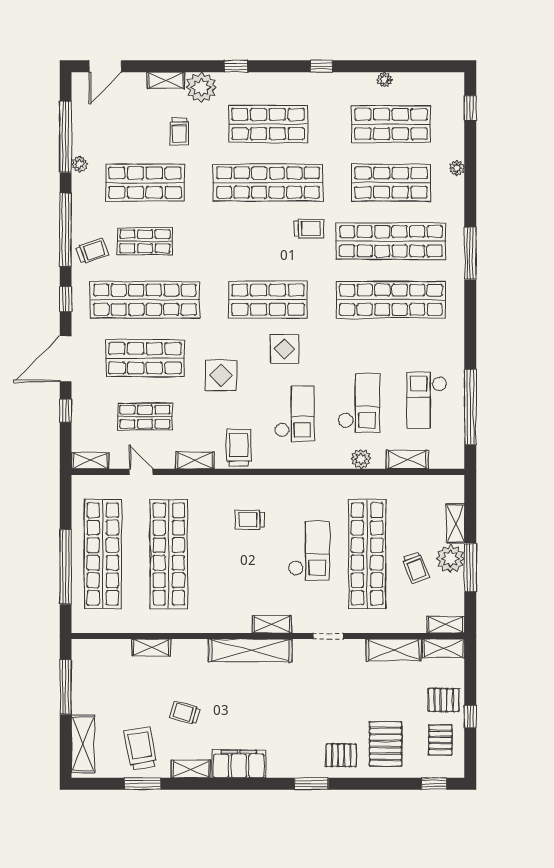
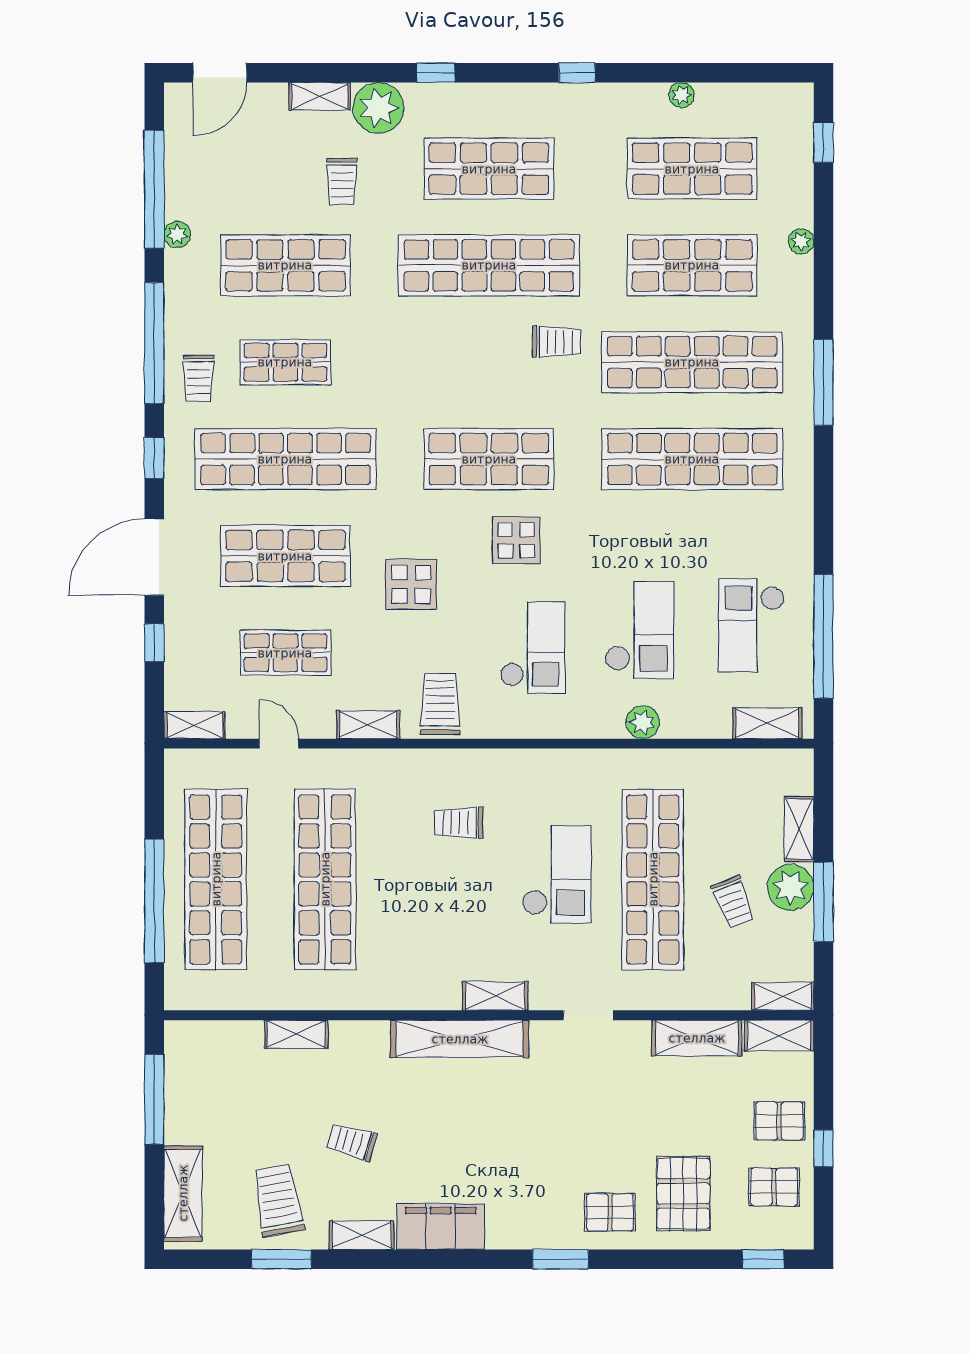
trolley: (92, 251) -> (198, 378), turned 109
shelving: (407, 460) -> (767, 723), moved
pallet: (440, 740) -> (774, 1187), turned 90

